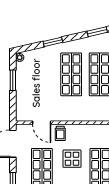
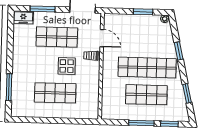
shop shelf: (71, 74) -> (147, 68), width x1.40
door: (42, 123) -> (102, 38), swing flipped

